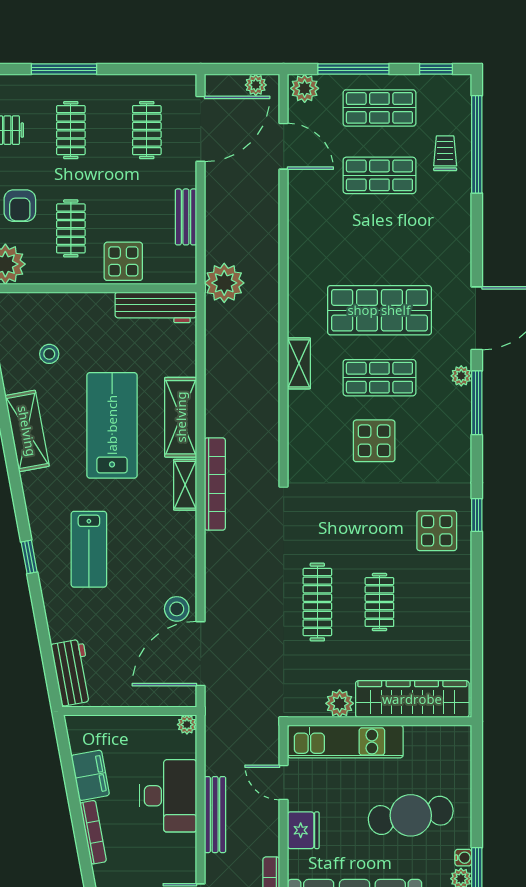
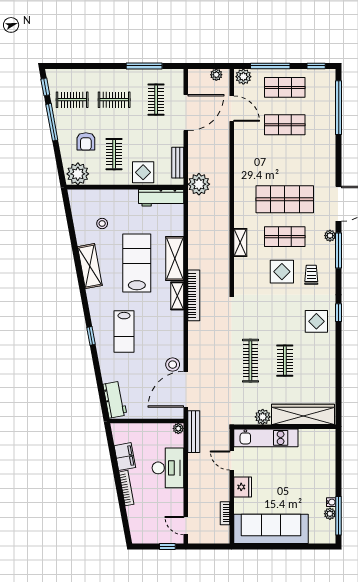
window: (64, 69) -> (144, 66), moved
door: (201, 129) -> (186, 113), moved
clothes rail: (71, 130) -> (114, 100), turned 90
trolley: (445, 153) -> (311, 275), moved
bench: (186, 217) -> (178, 163), moved
shelving: (299, 363) -> (240, 243), moved
bench: (215, 815) -> (194, 432), moved
cafe table: (411, 815) -> (302, 479), removed

